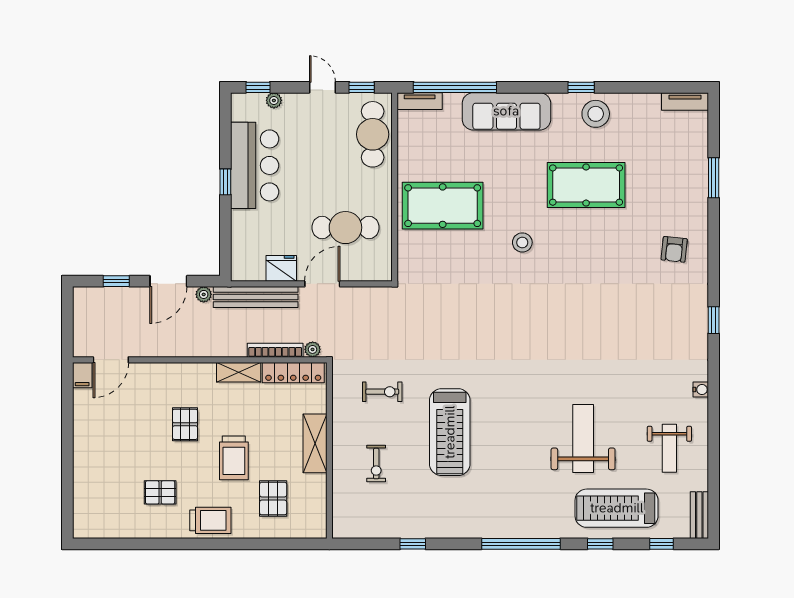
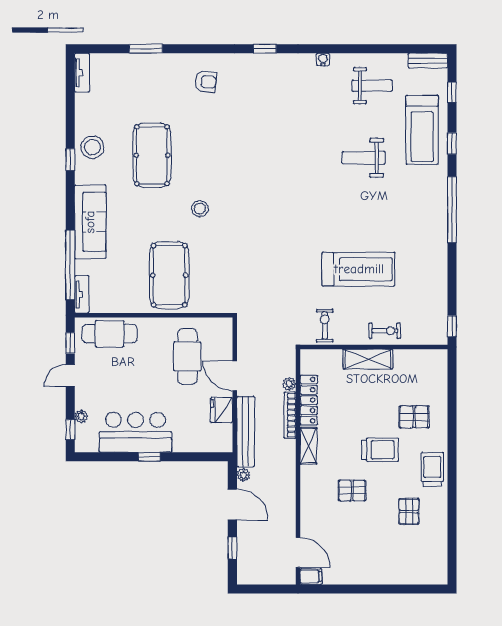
weight bench: (583, 438) -> (364, 158), width x0.73, depth x0.75
shelving: (315, 443) -> (368, 359), moved
wall: (329, 450) -> (374, 347), moved
window: (413, 544) -> (452, 326), moved

